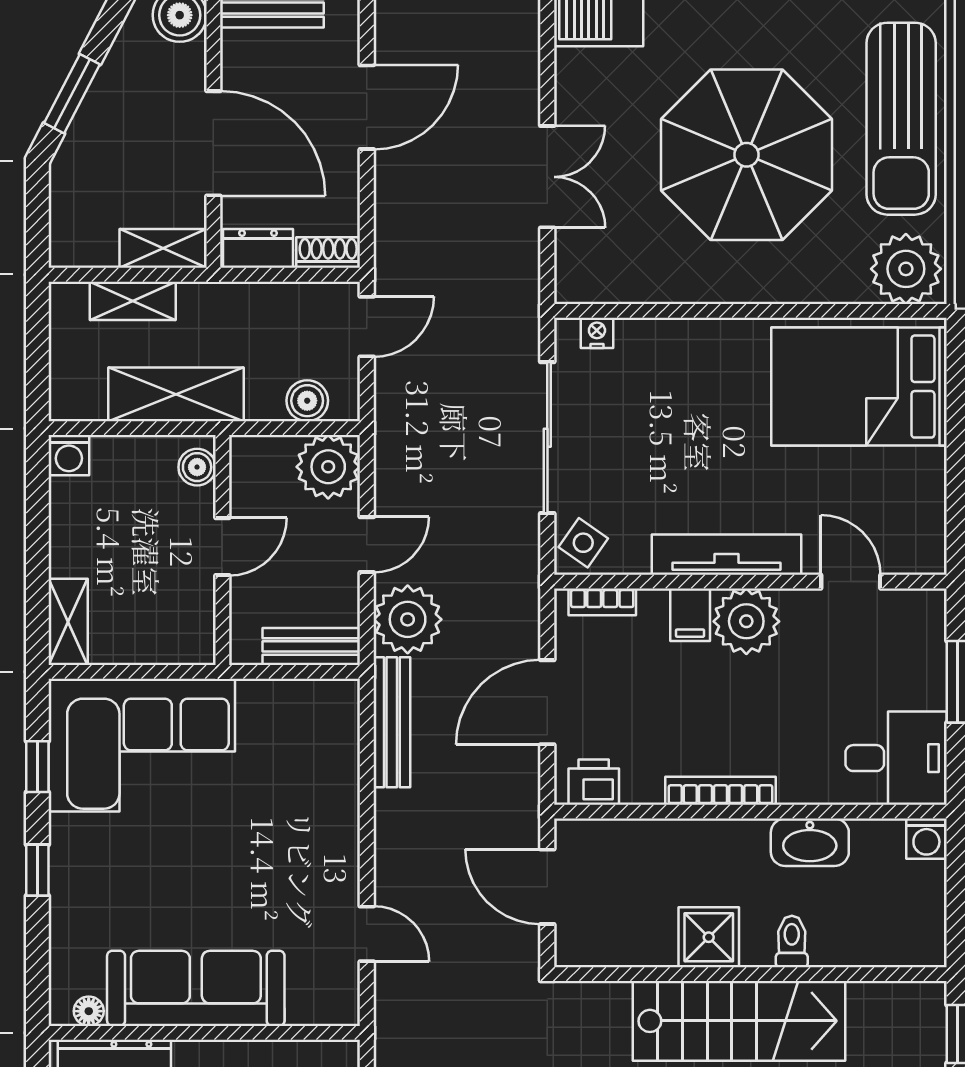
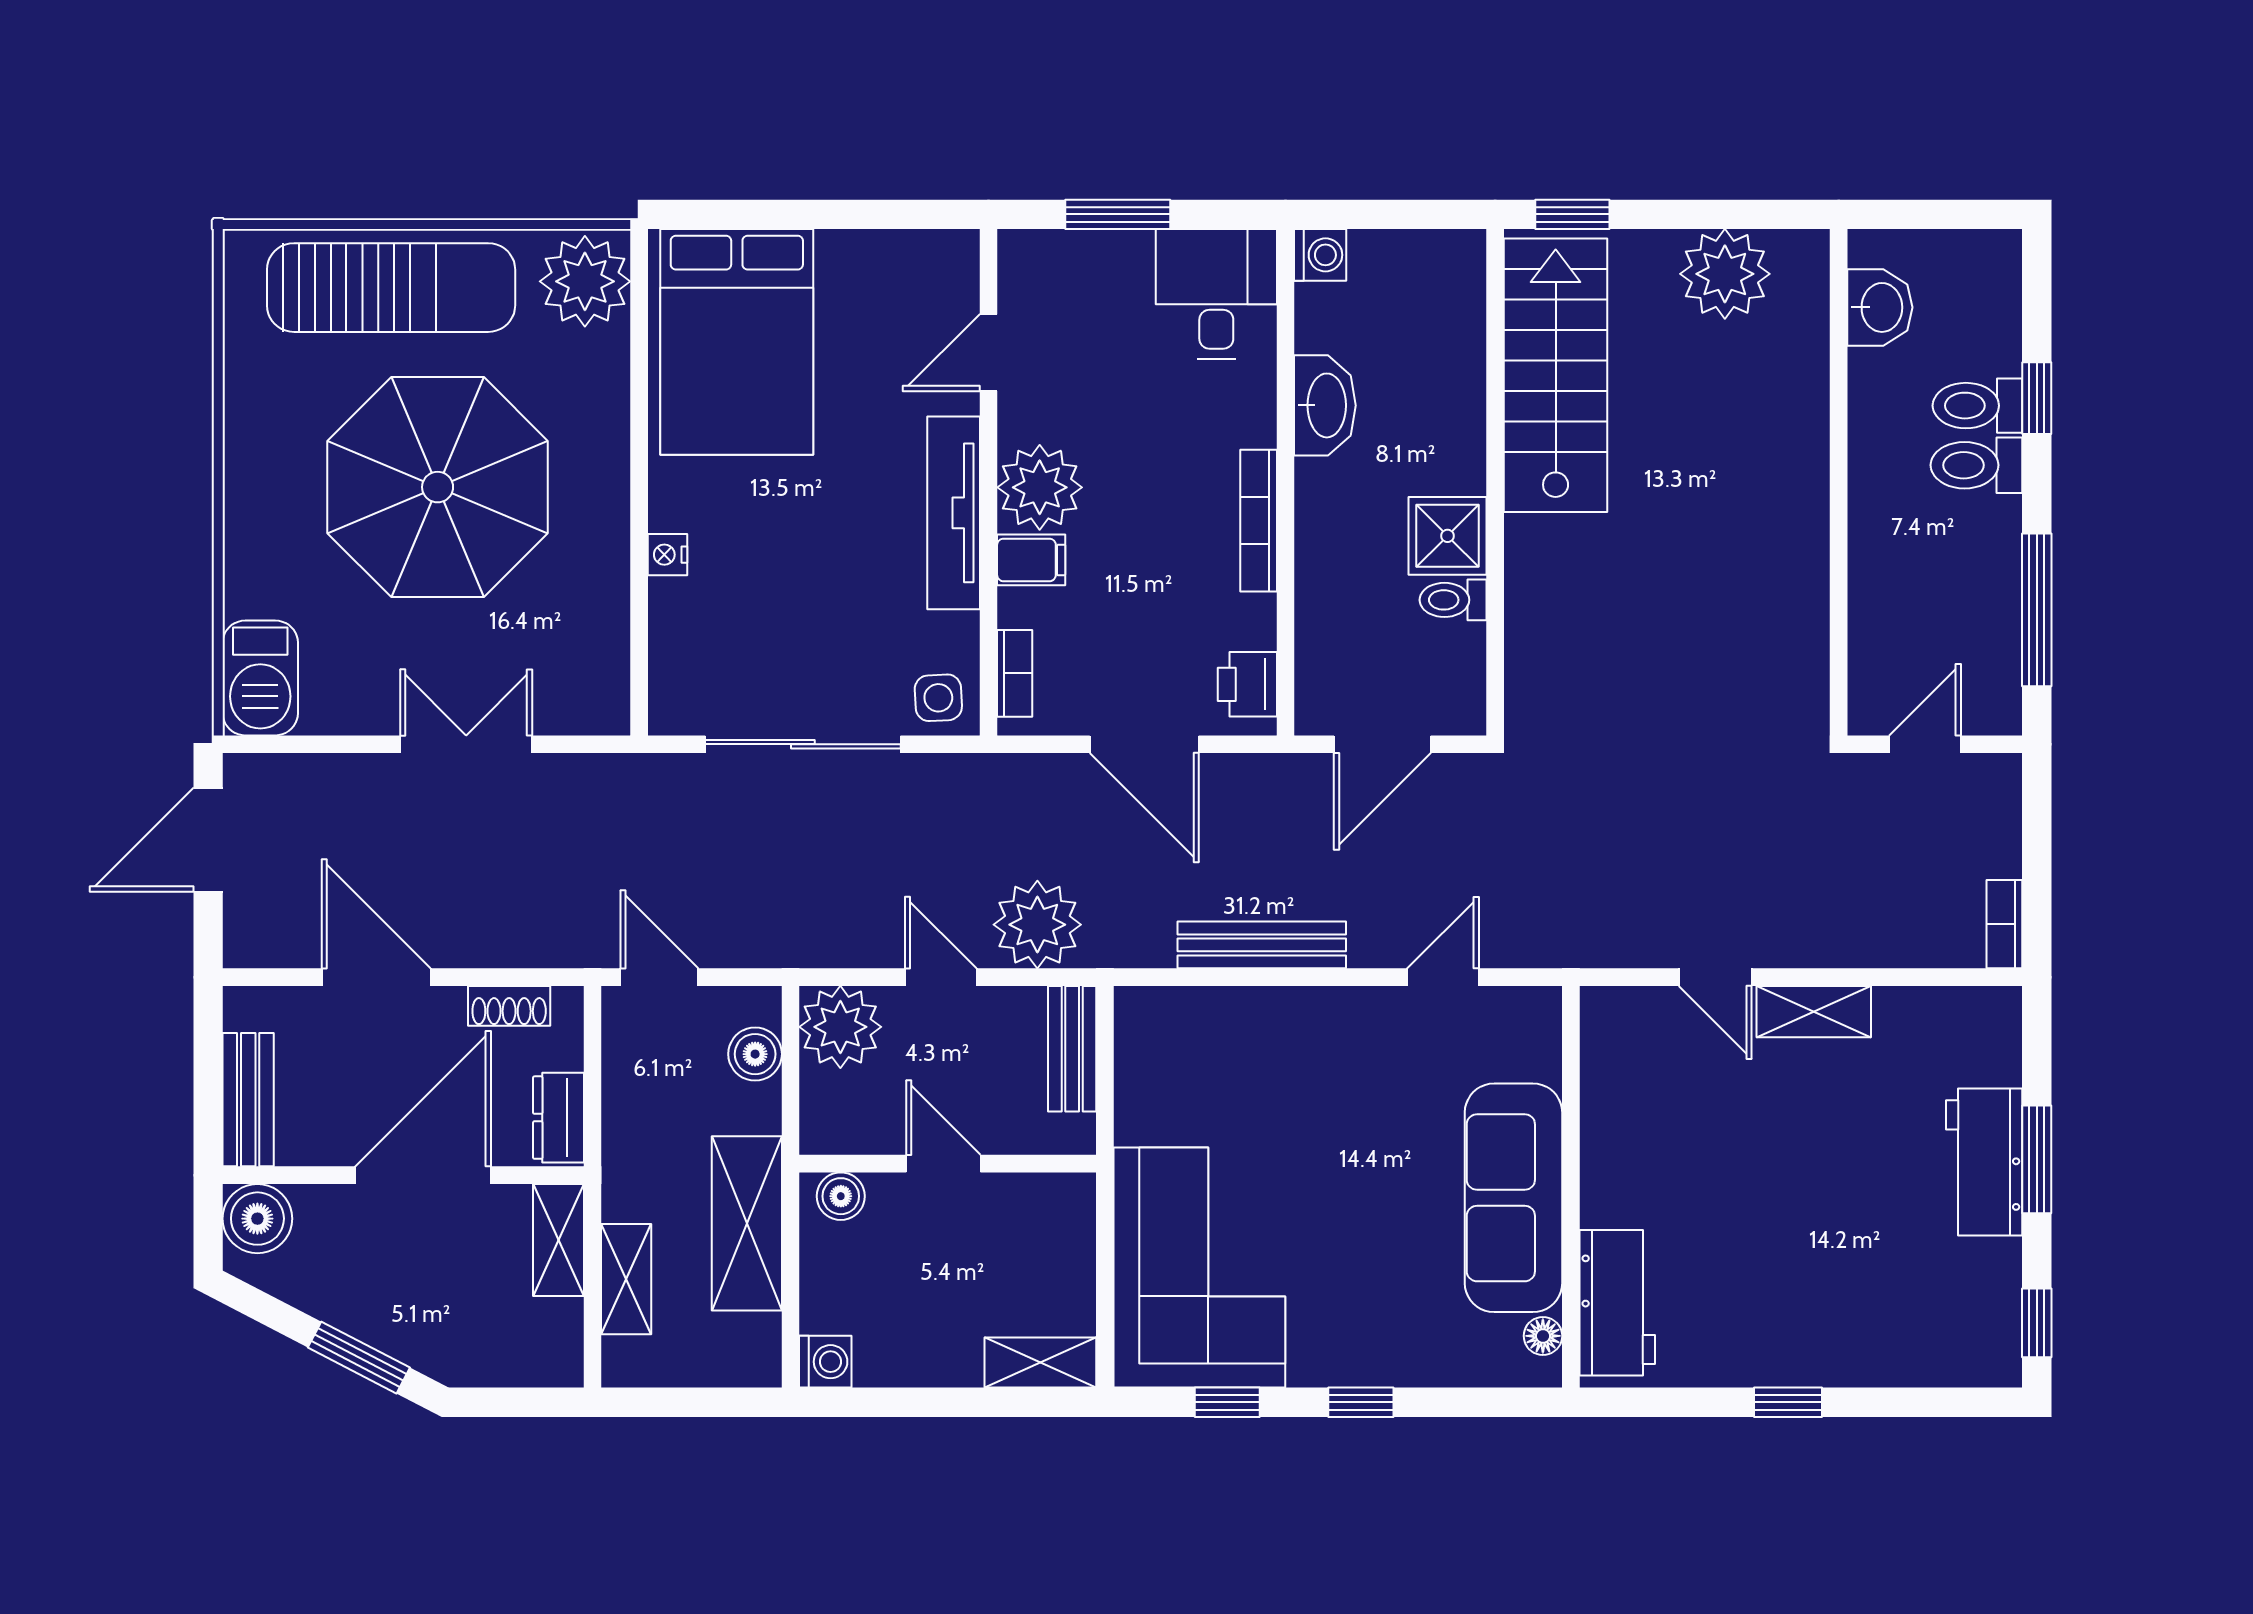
shoe rack: (328, 253) -> (509, 1006), moved, turned -90
nightstand: (597, 333) -> (667, 555), moved
side table: (583, 543) -> (938, 698), turned -38
bench: (392, 722) -> (1262, 945), moved
toilet: (792, 942) -> (1453, 600), moved
stairs: (739, 1021) -> (1556, 375), moved

